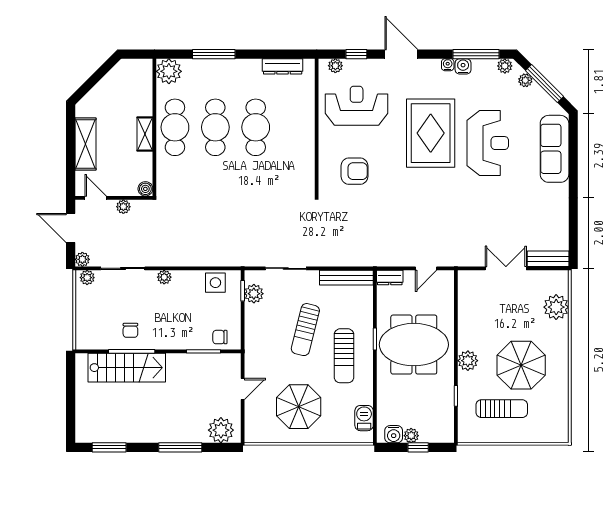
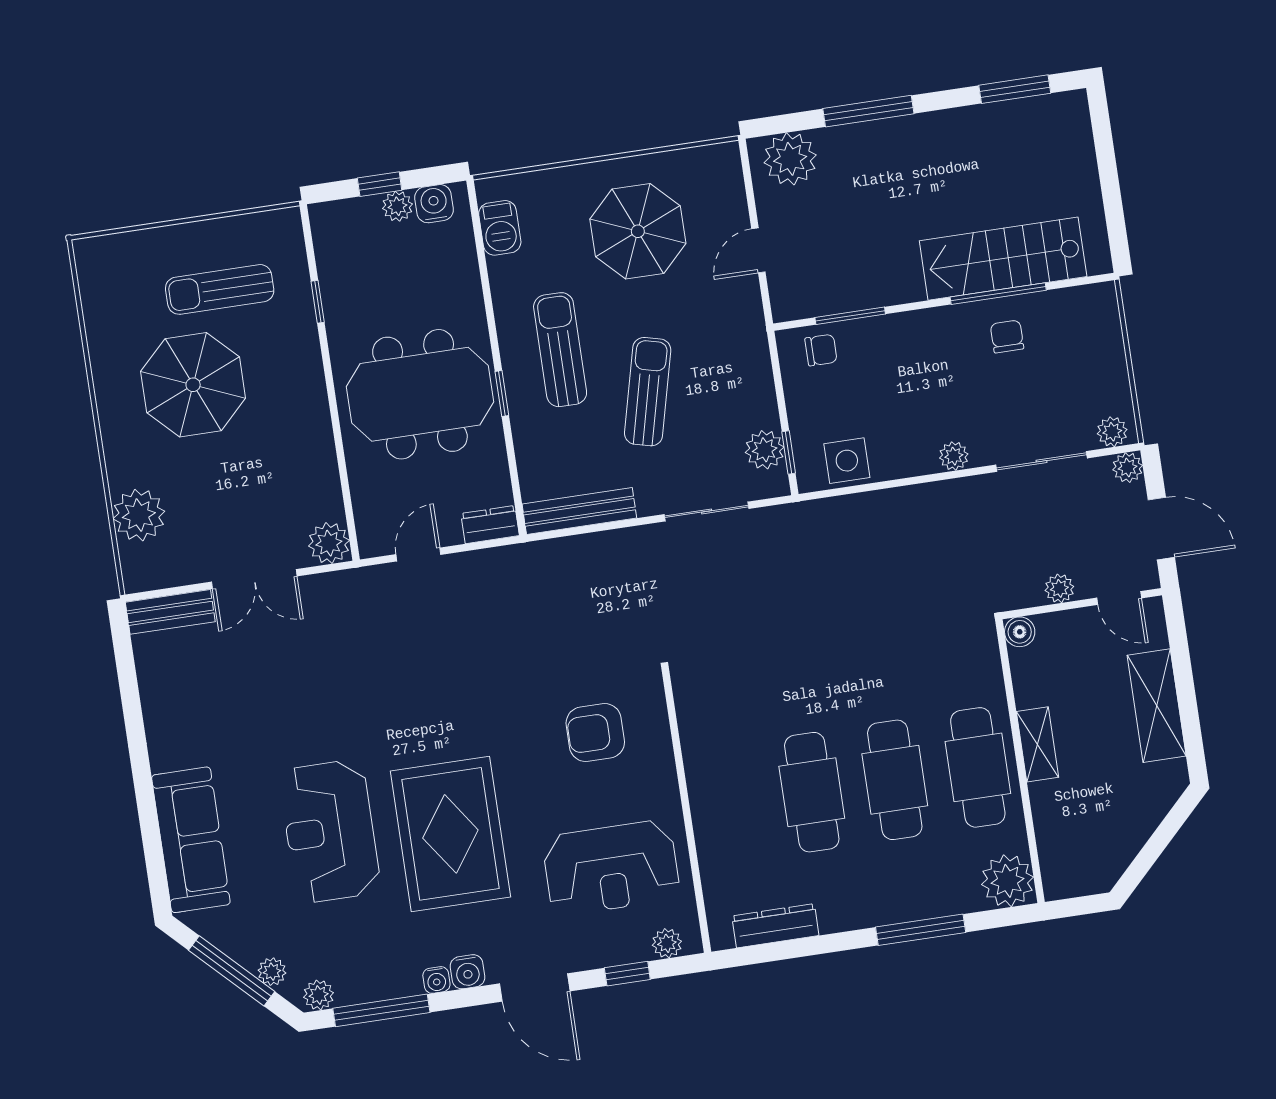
water cooler: (463, 66) -> (468, 972), moved
plant: (468, 361) -> (329, 543), moved

